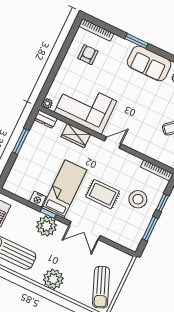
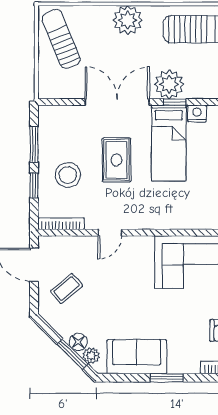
wardrobe: (76, 135) -> (187, 219), removed
door: (113, 142) -> (110, 233), moved
rug: (103, 194) -> (117, 160), turned 90
double door: (85, 231) -> (117, 102), width x1.37

